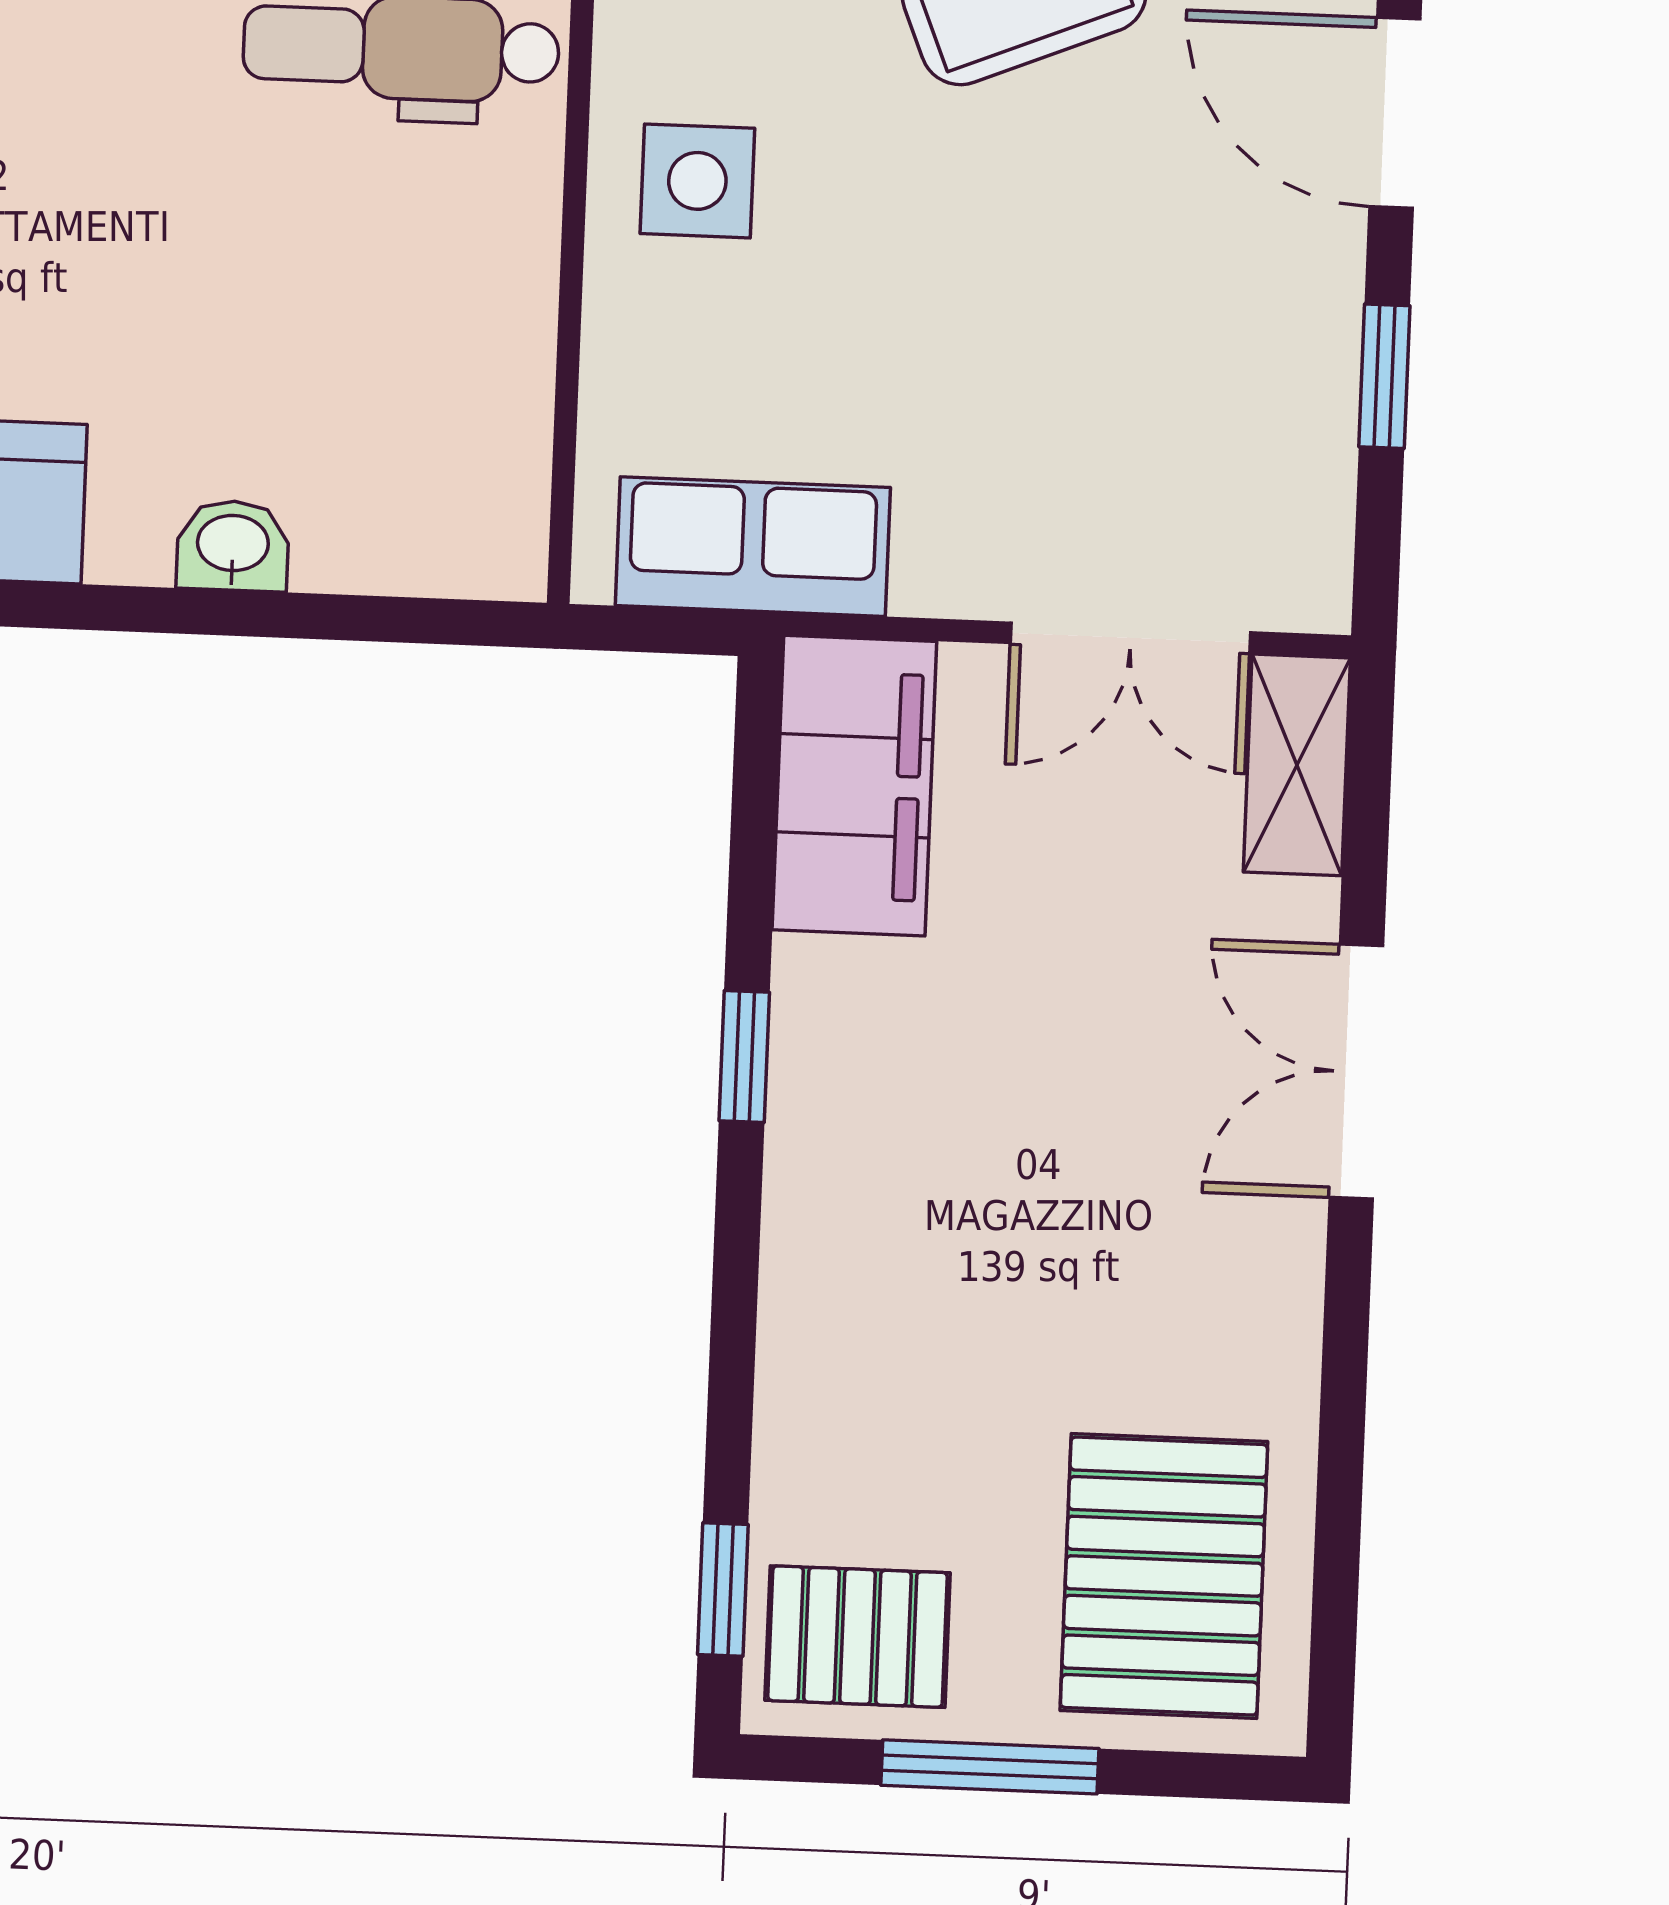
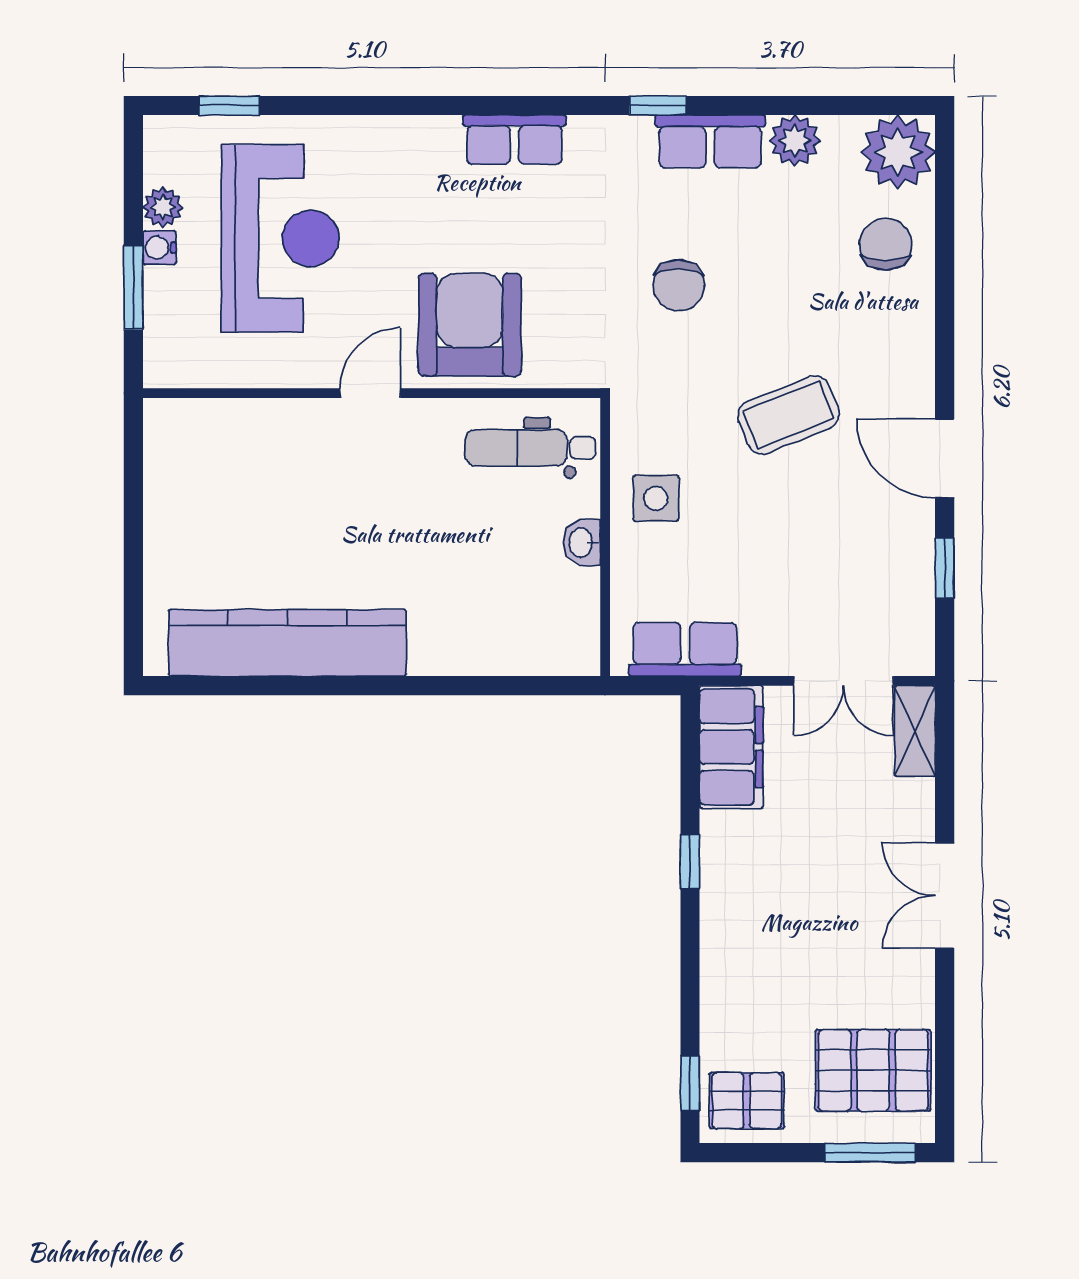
washbasin: (233, 546) -> (582, 543), moved, turned -90
double door: (1356, 1072) -> (945, 896), moved
pallet: (1164, 1576) -> (873, 1070), turned 90
window: (990, 1767) -> (870, 1153), moved

